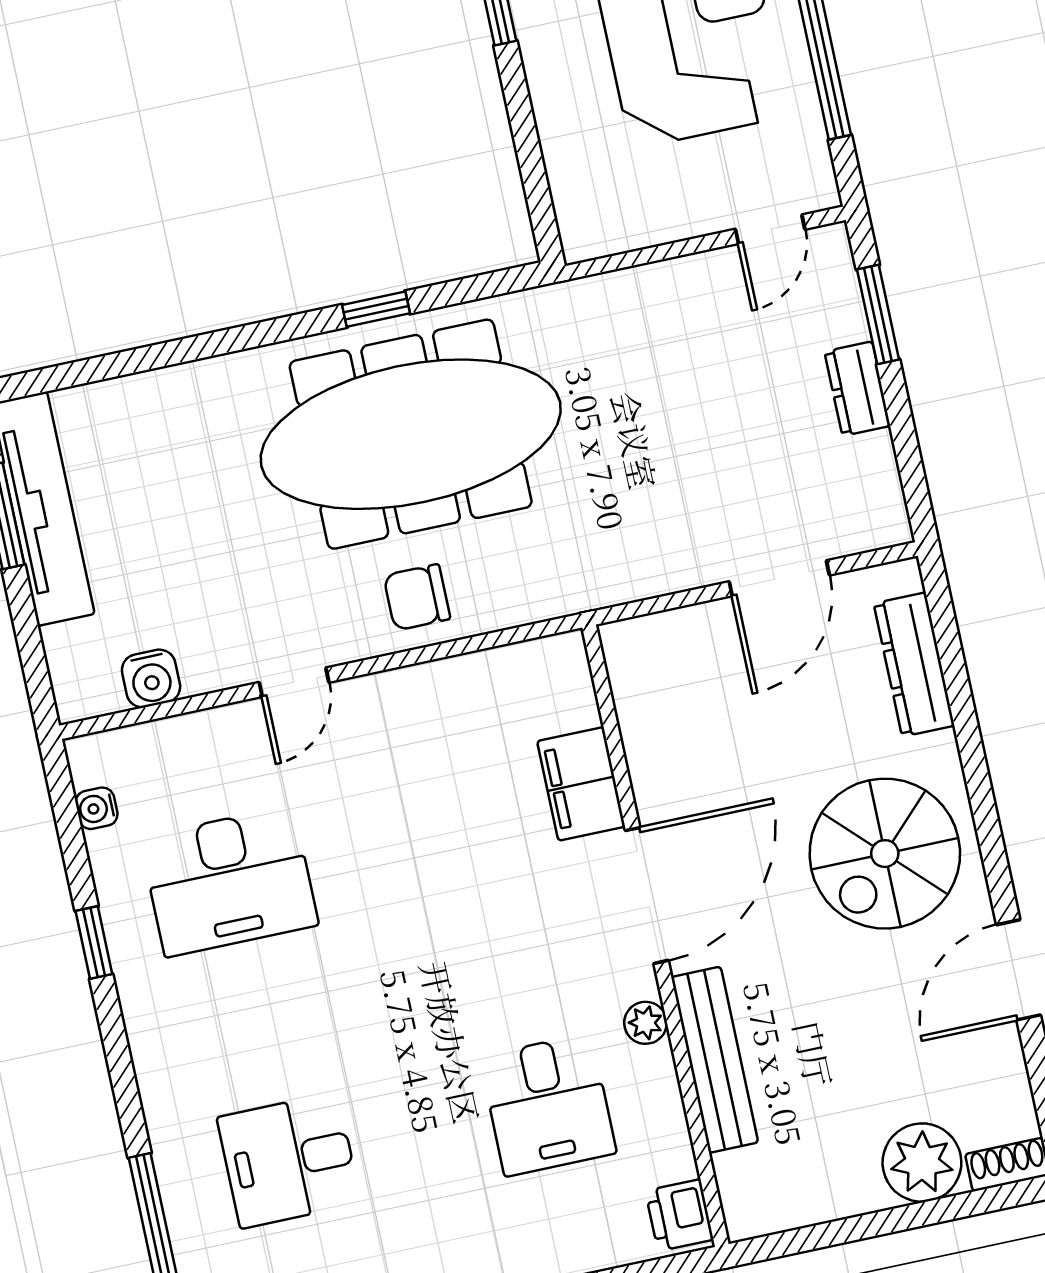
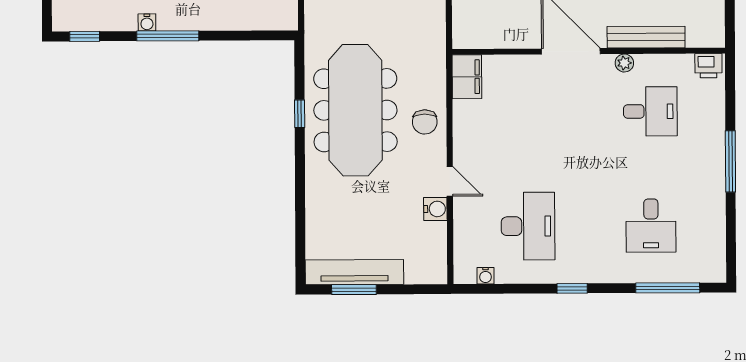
water cooler: (151, 678) -> (435, 209), moved
filing cabinet: (581, 784) -> (467, 77), moved, turned -90
window: (94, 942) -> (572, 288), moved

